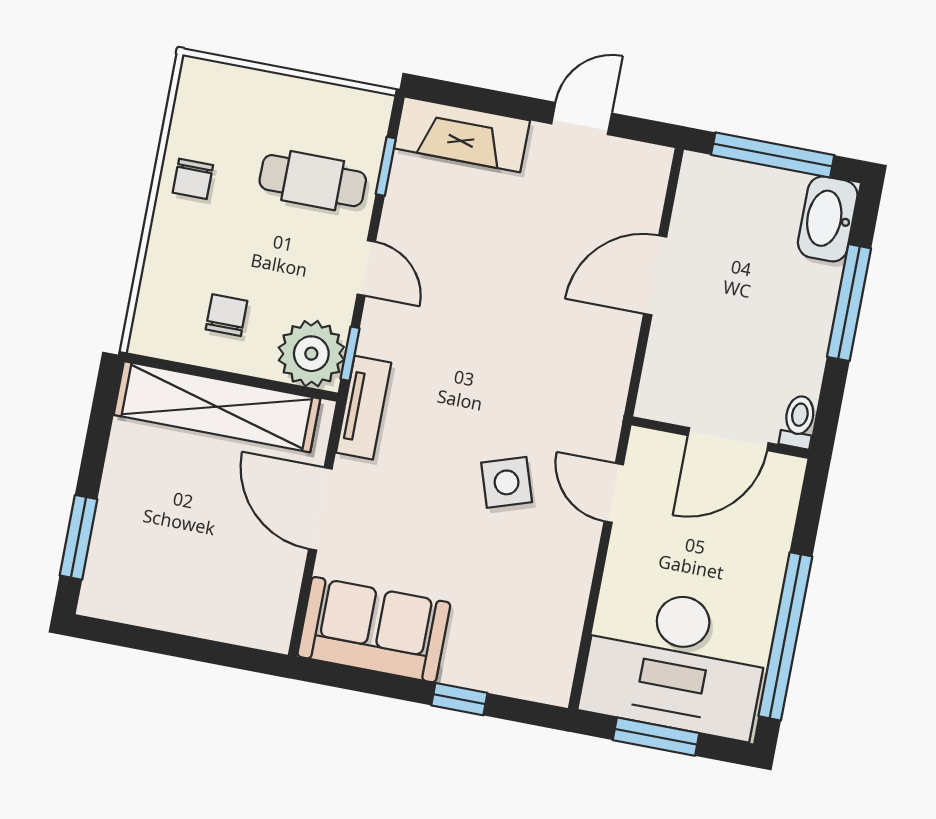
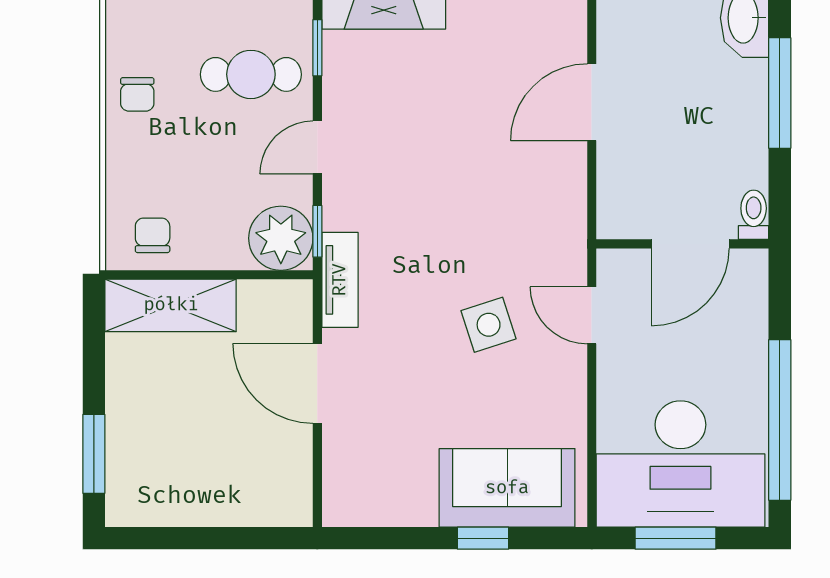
door: (366, 268) -> (317, 147), swing flipped
chair: (227, 315) -> (153, 235), moved
shelving: (217, 407) -> (171, 305), width x0.68
sofa: (374, 630) -> (507, 488), moved

